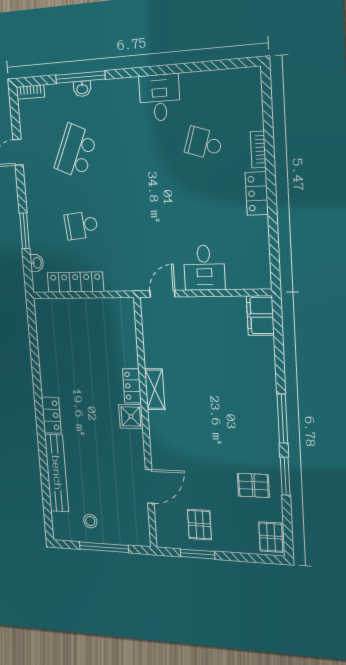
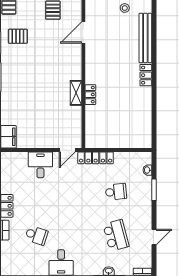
school desk: (76, 151) -> (116, 235), turned -39
locker: (75, 282) -> (96, 158), moved
shower: (131, 416) -> (93, 76), removed

